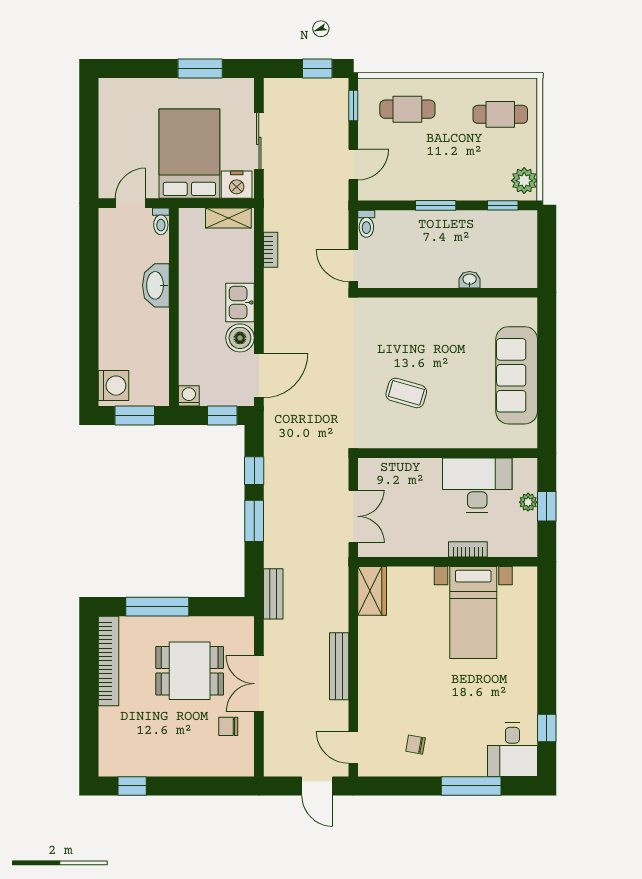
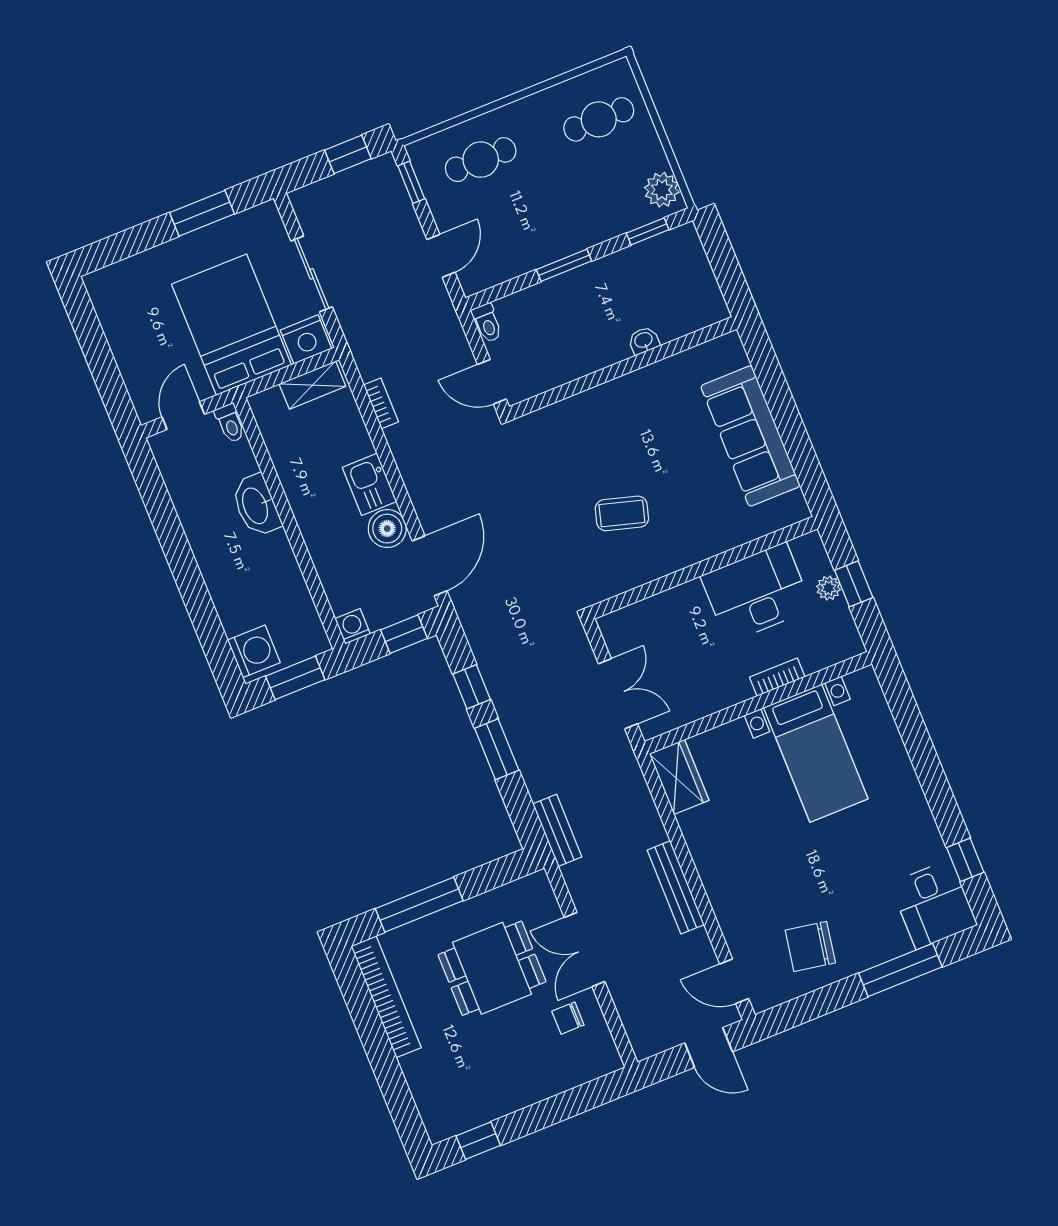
chair: (416, 745) -> (810, 946), width x1.87, depth x1.87

